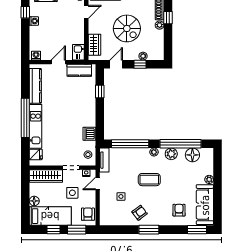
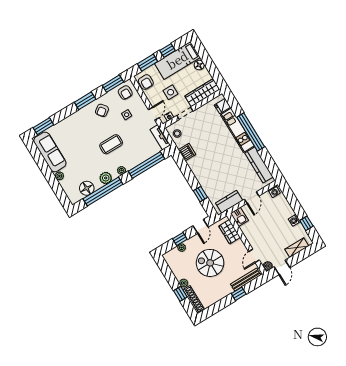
armchair: (179, 210) -> (125, 93), moved
window: (117, 230) -> (113, 84), added

